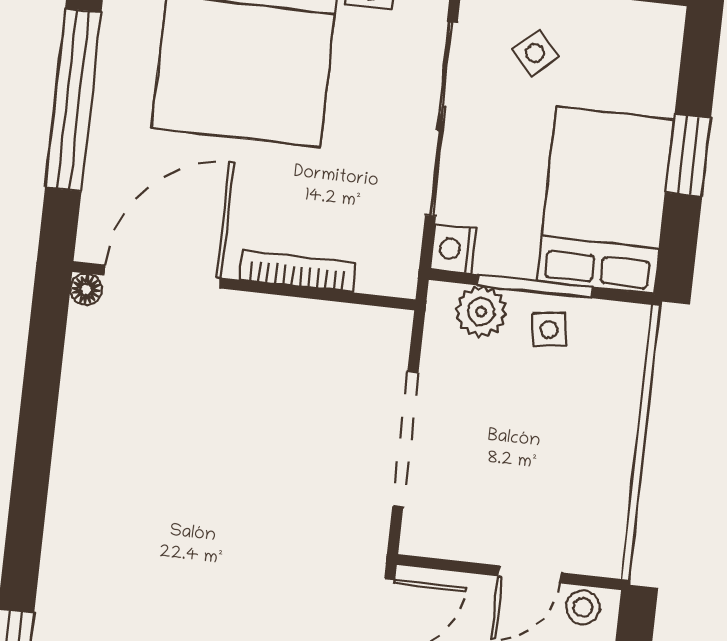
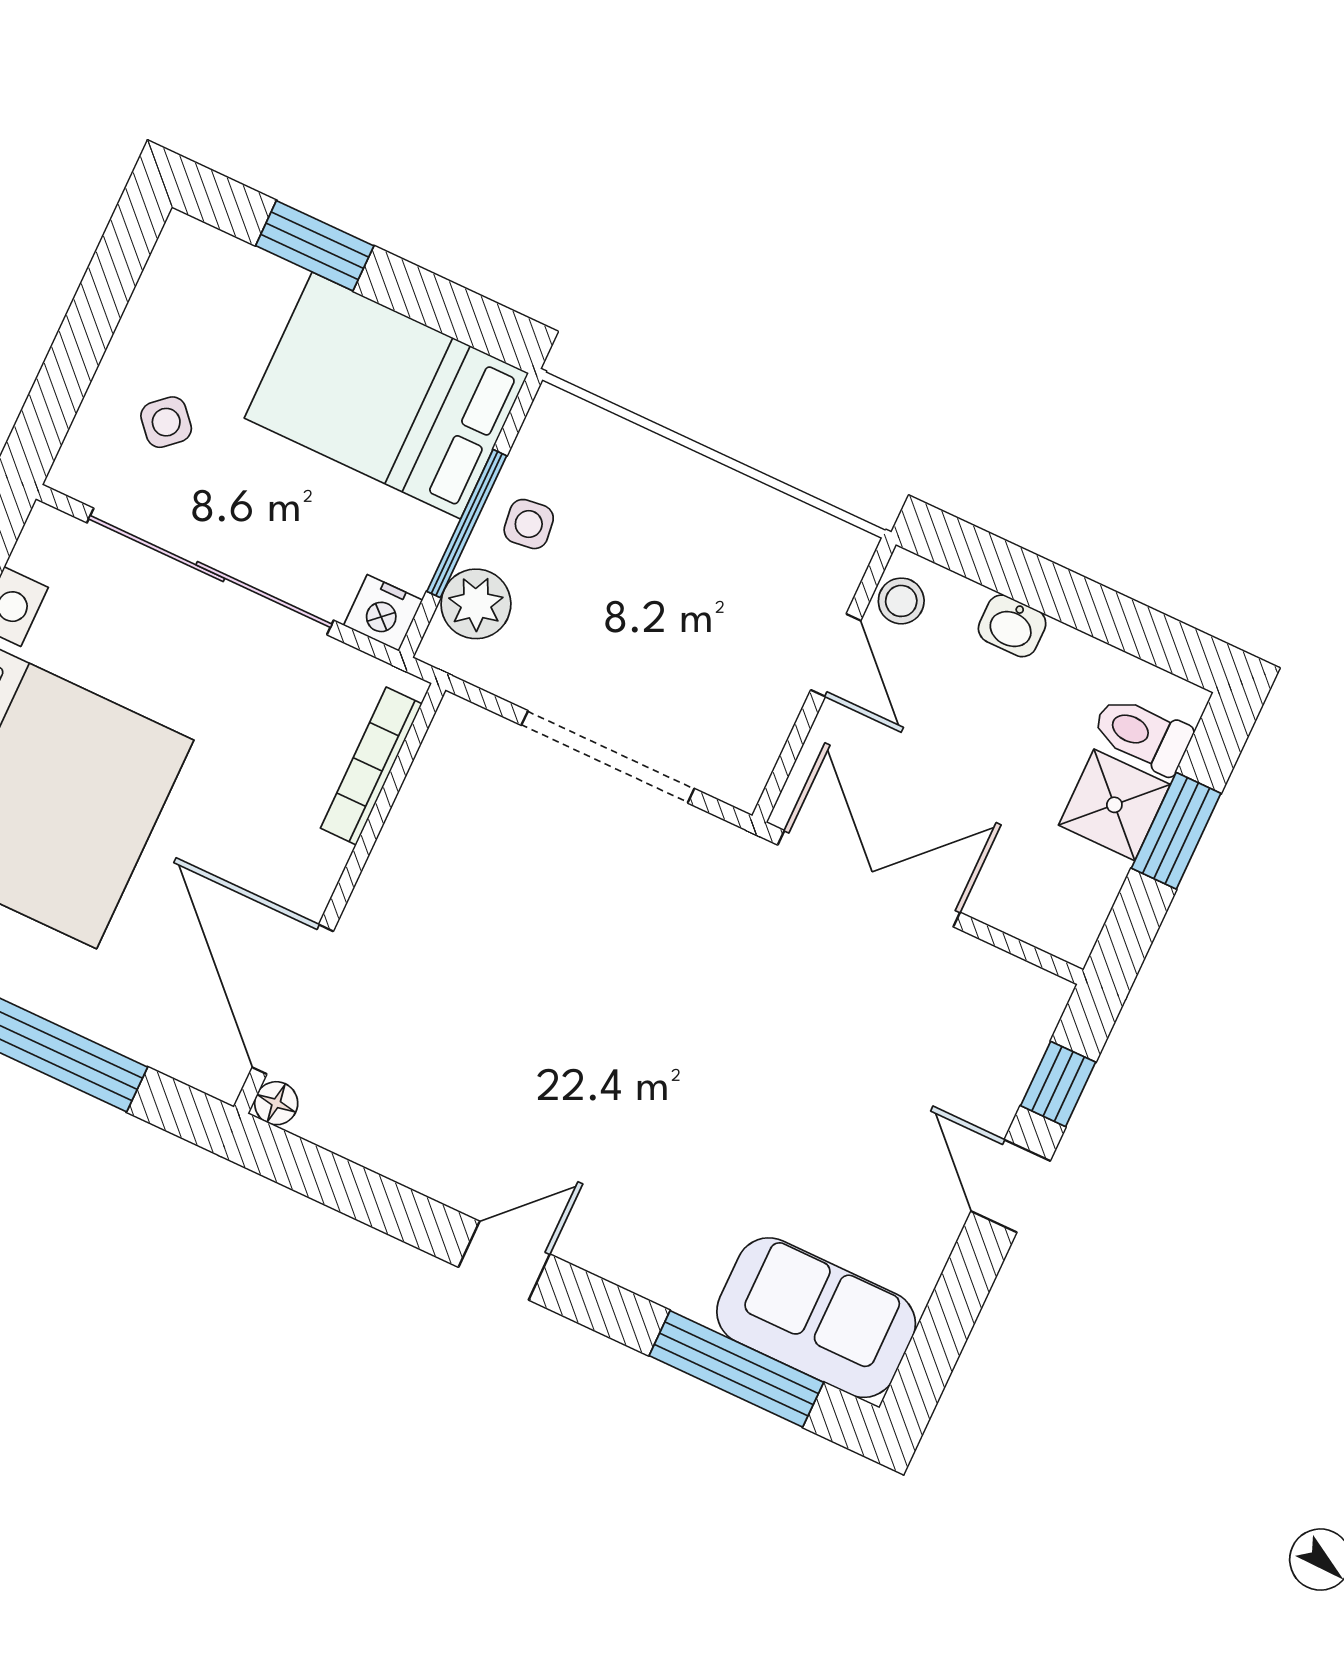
window: (688, 155) -> (315, 246), moved
bookcase: (297, 271) -> (371, 766), moved
door: (30, 485) -> (504, 1261), added

